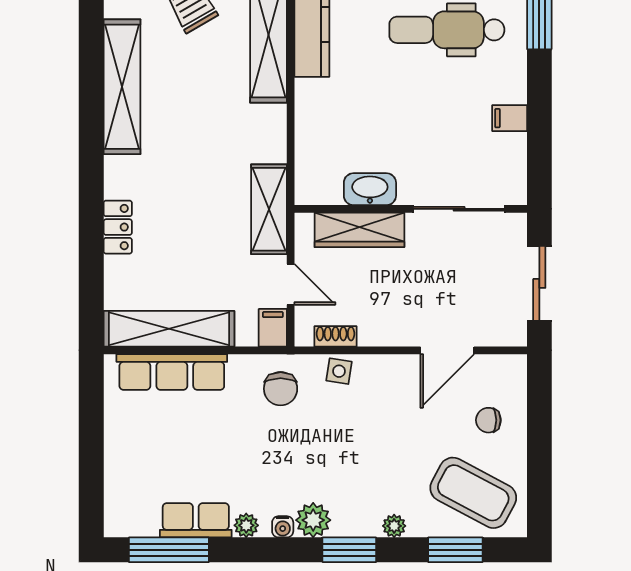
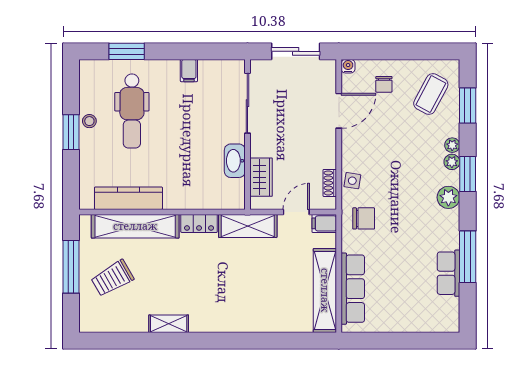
shelving: (122, 87) -> (169, 324), width x0.45, depth x0.75
locker: (118, 227) -> (199, 223), moved, turned 180
wardrobe: (359, 230) -> (261, 177), width x0.67
door: (447, 350) -> (339, 111), hinge flipped
coffee table: (473, 493) -> (431, 94), width x0.73, depth x0.76
plant: (246, 525) -> (452, 162), moved
water cooler: (283, 527) -> (348, 66), moved, turned -90
window: (169, 550) -> (468, 257), moved

